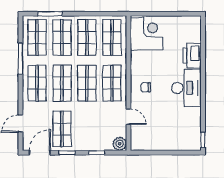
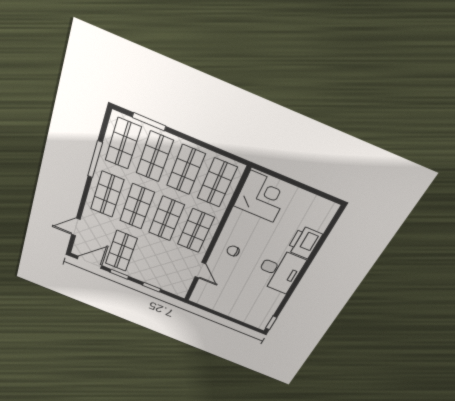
plant: (120, 144) -> (180, 290), removed

